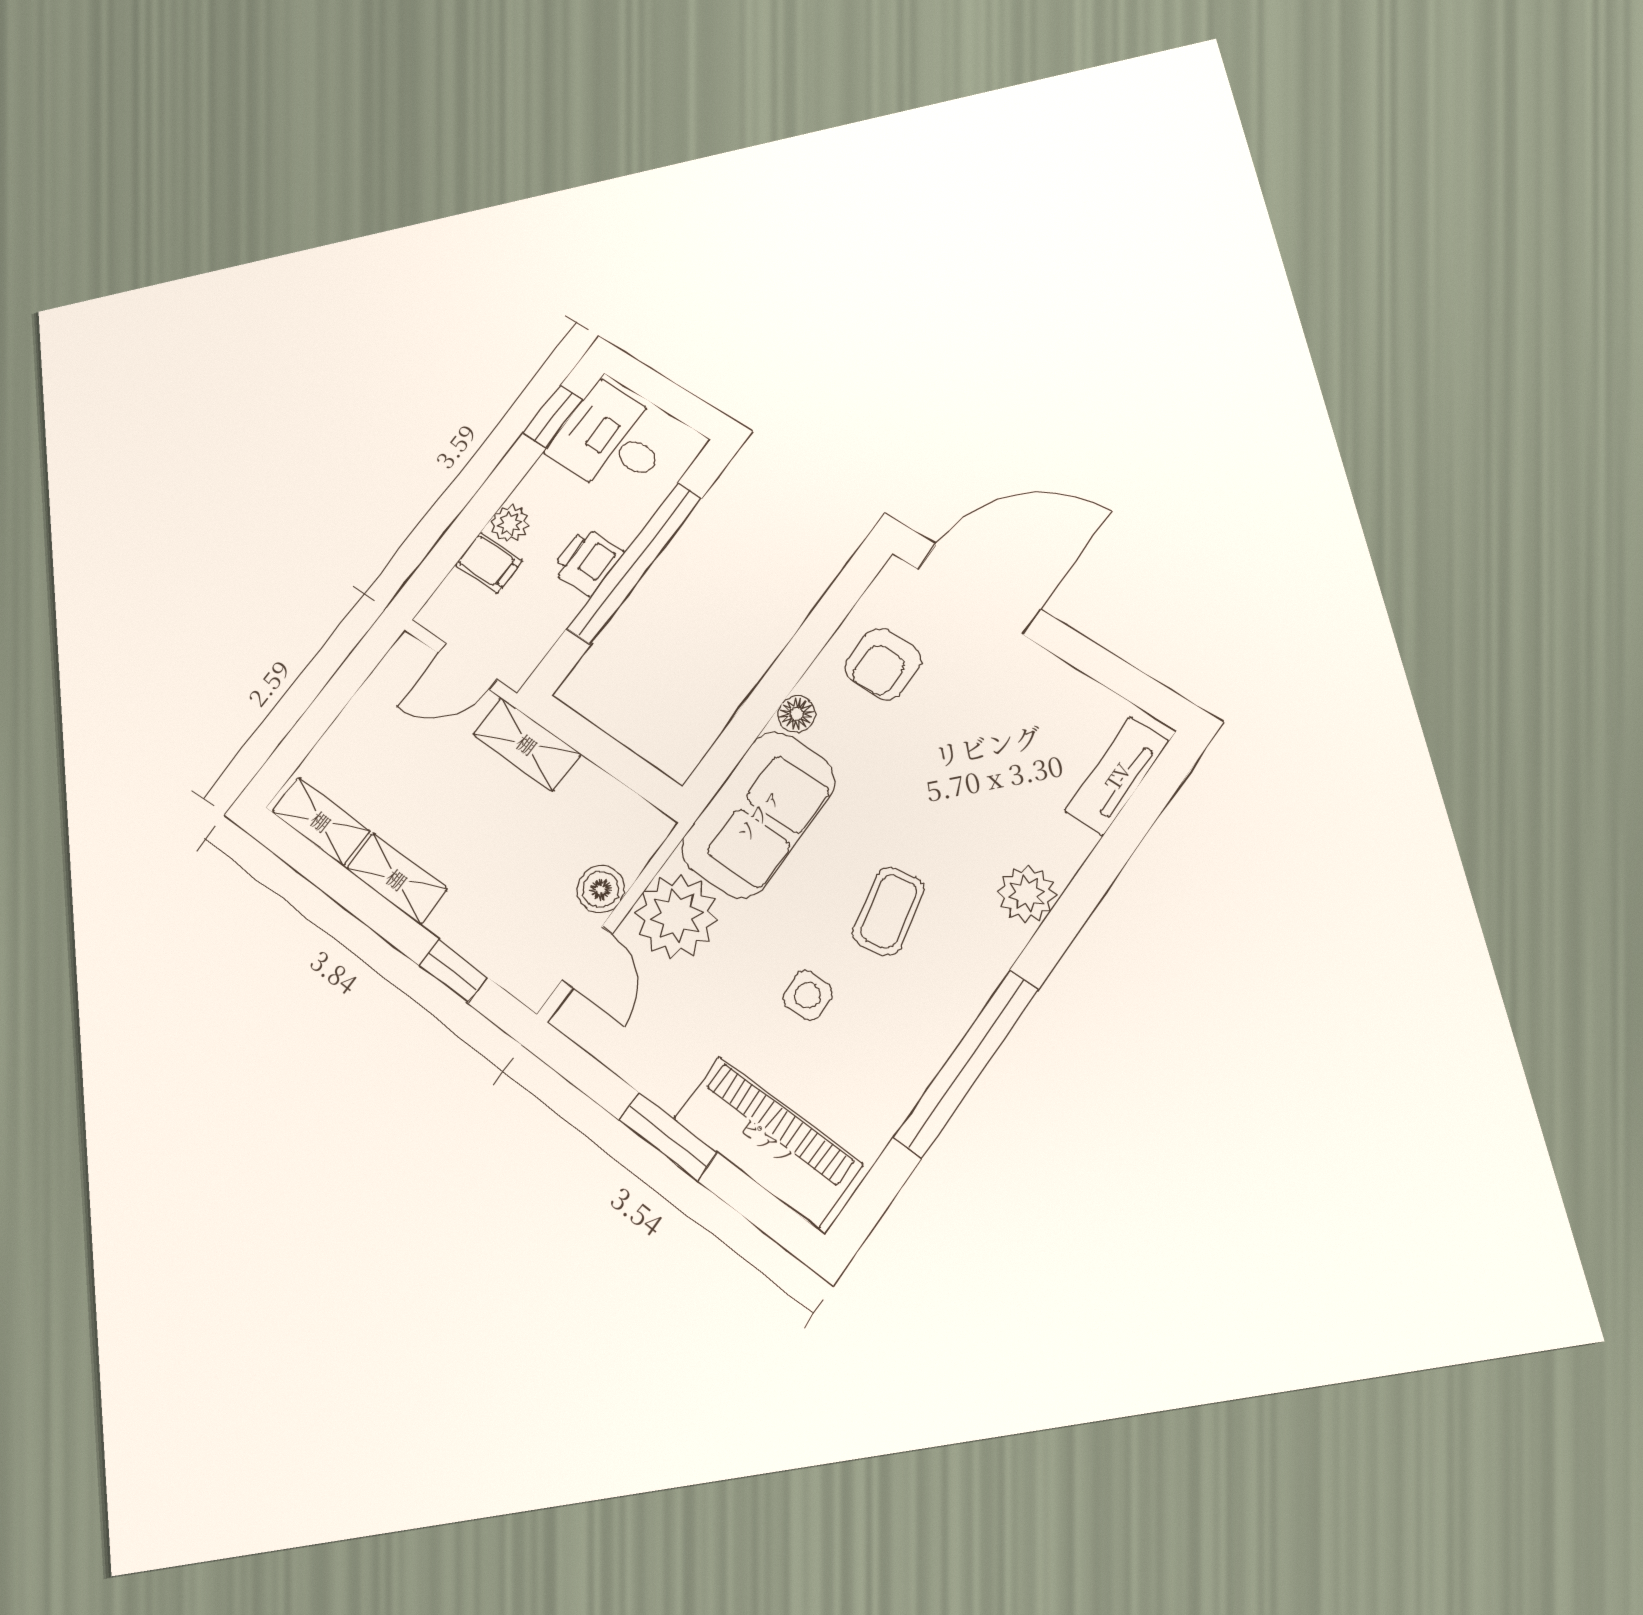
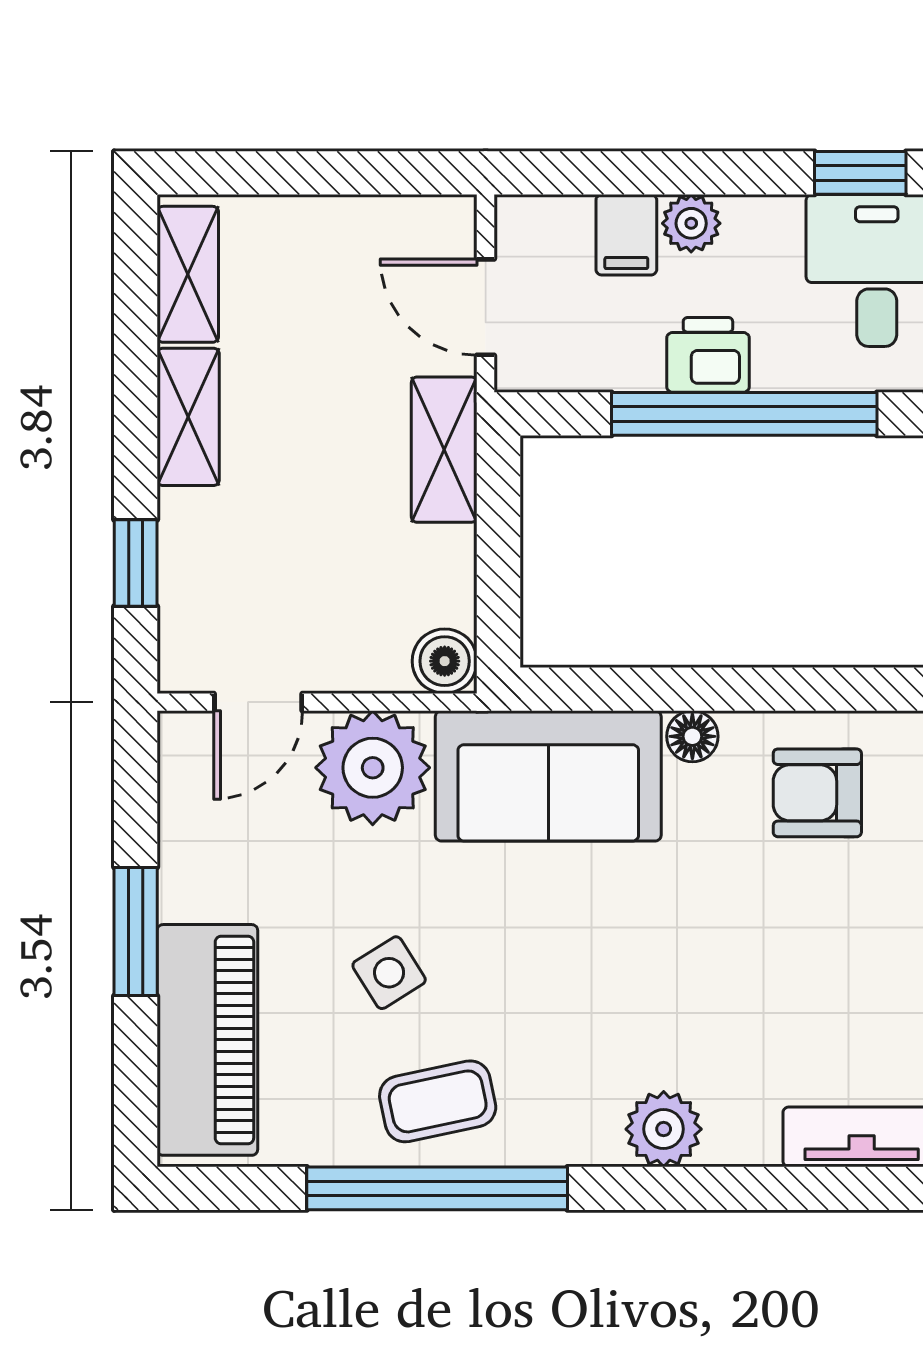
boiler: (601, 889) -> (445, 661), moved
coffee table: (888, 911) -> (438, 1101), moved
side table: (807, 995) -> (389, 973), turned -30

